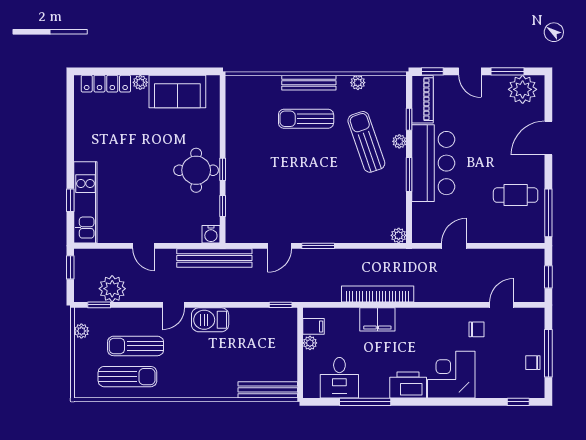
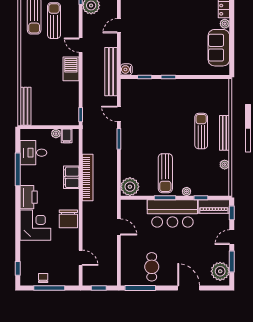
sun lounger: (366, 142) -> (165, 173), moved, turned 109
round table: (196, 170) -> (168, 60), removed
plant: (399, 235) -> (130, 187), width x1.88, depth x1.88
chair: (476, 329) -> (68, 219), moved, width x1.87, depth x1.87

